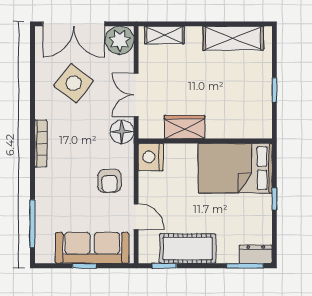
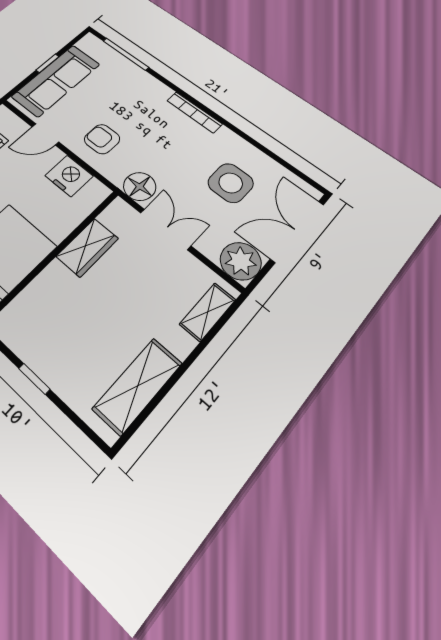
side table: (74, 83) -> (231, 183), turned -38
nightstand: (151, 157) -> (69, 176), moved

